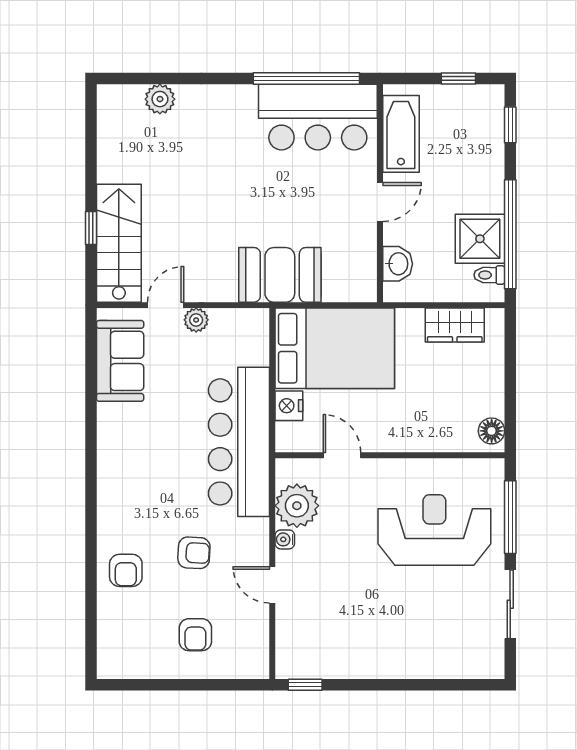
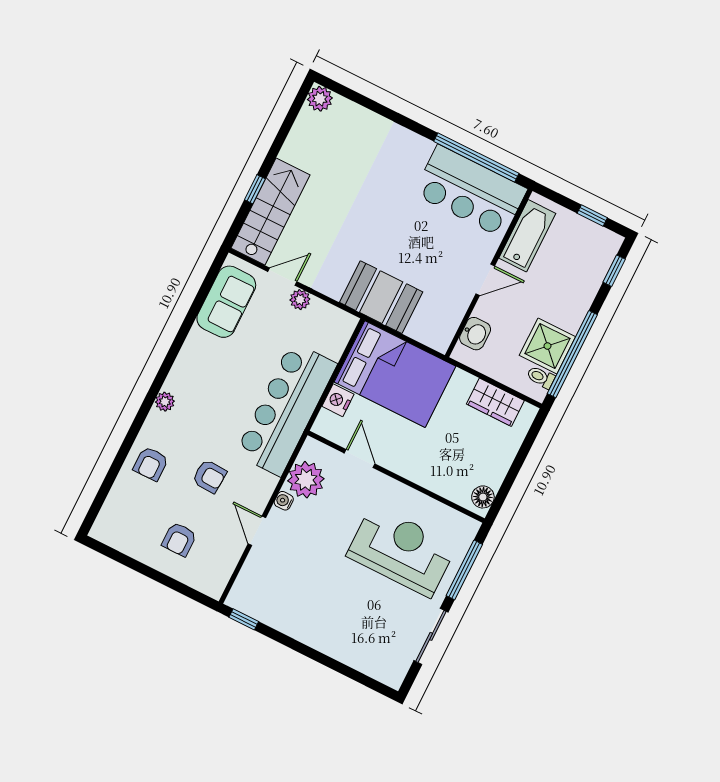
plant: (160, 99) -> (320, 99), moved
plant: (108, 498) -> (165, 402), added

